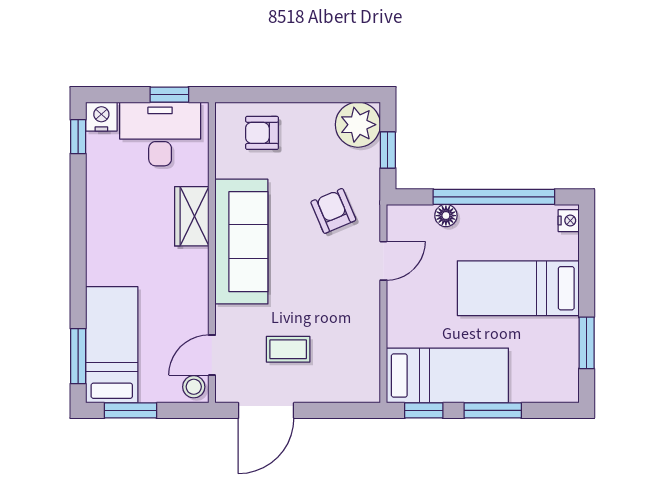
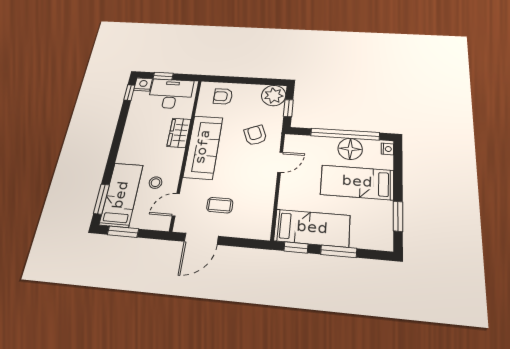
window: (169, 95) -> (163, 76), moved
floor lamp: (446, 216) -> (350, 149), moved, width x1.89, depth x1.89
stool: (194, 387) -> (156, 183), moved

